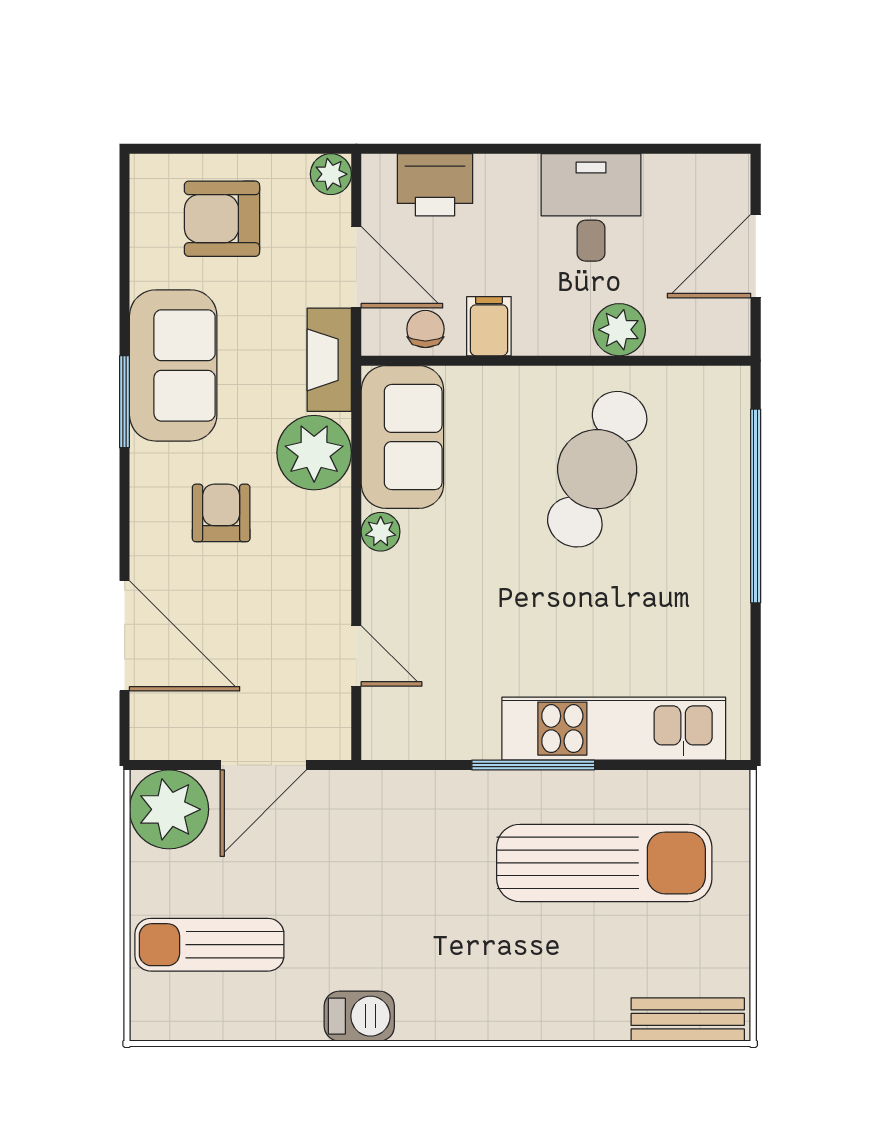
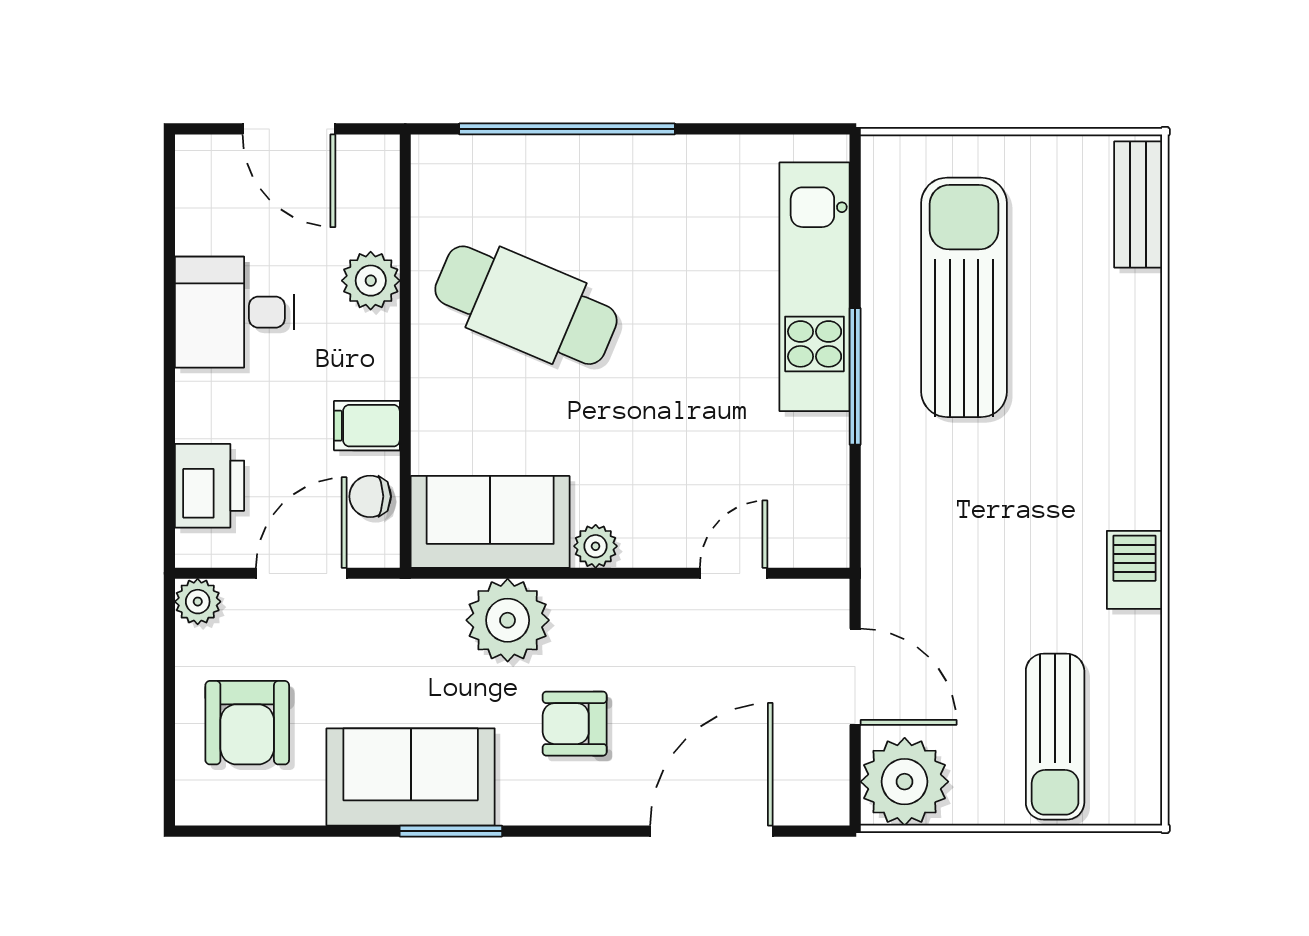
fireplace: (329, 360) -> (404, 603), removed

